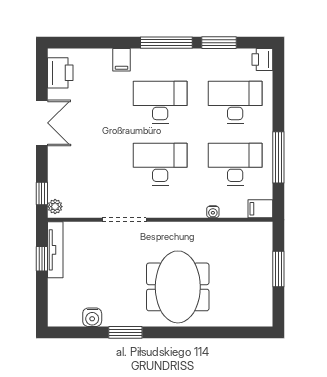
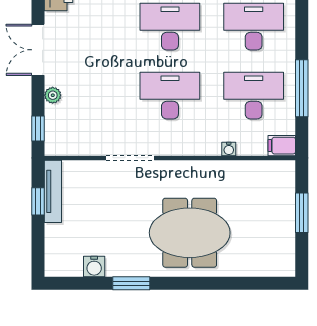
double door: (42, 123) -> (38, 50), swing flipped
plant: (55, 207) -> (53, 95), moved
meeting table: (178, 287) -> (190, 233), turned 90

